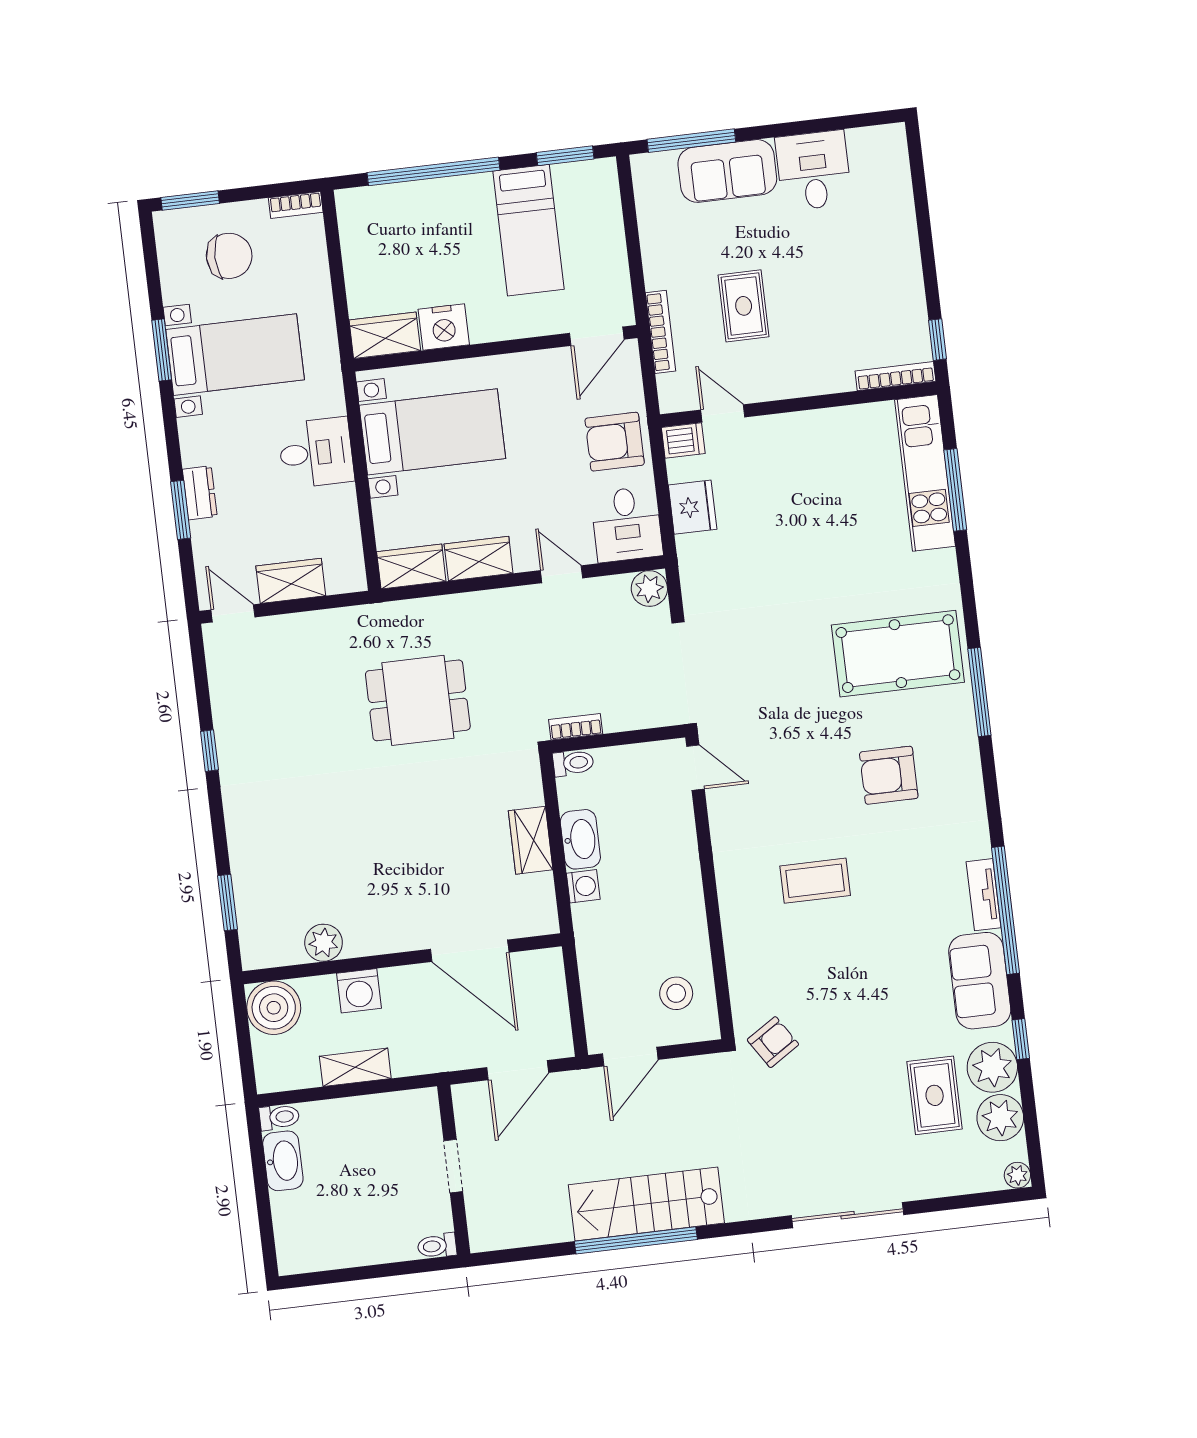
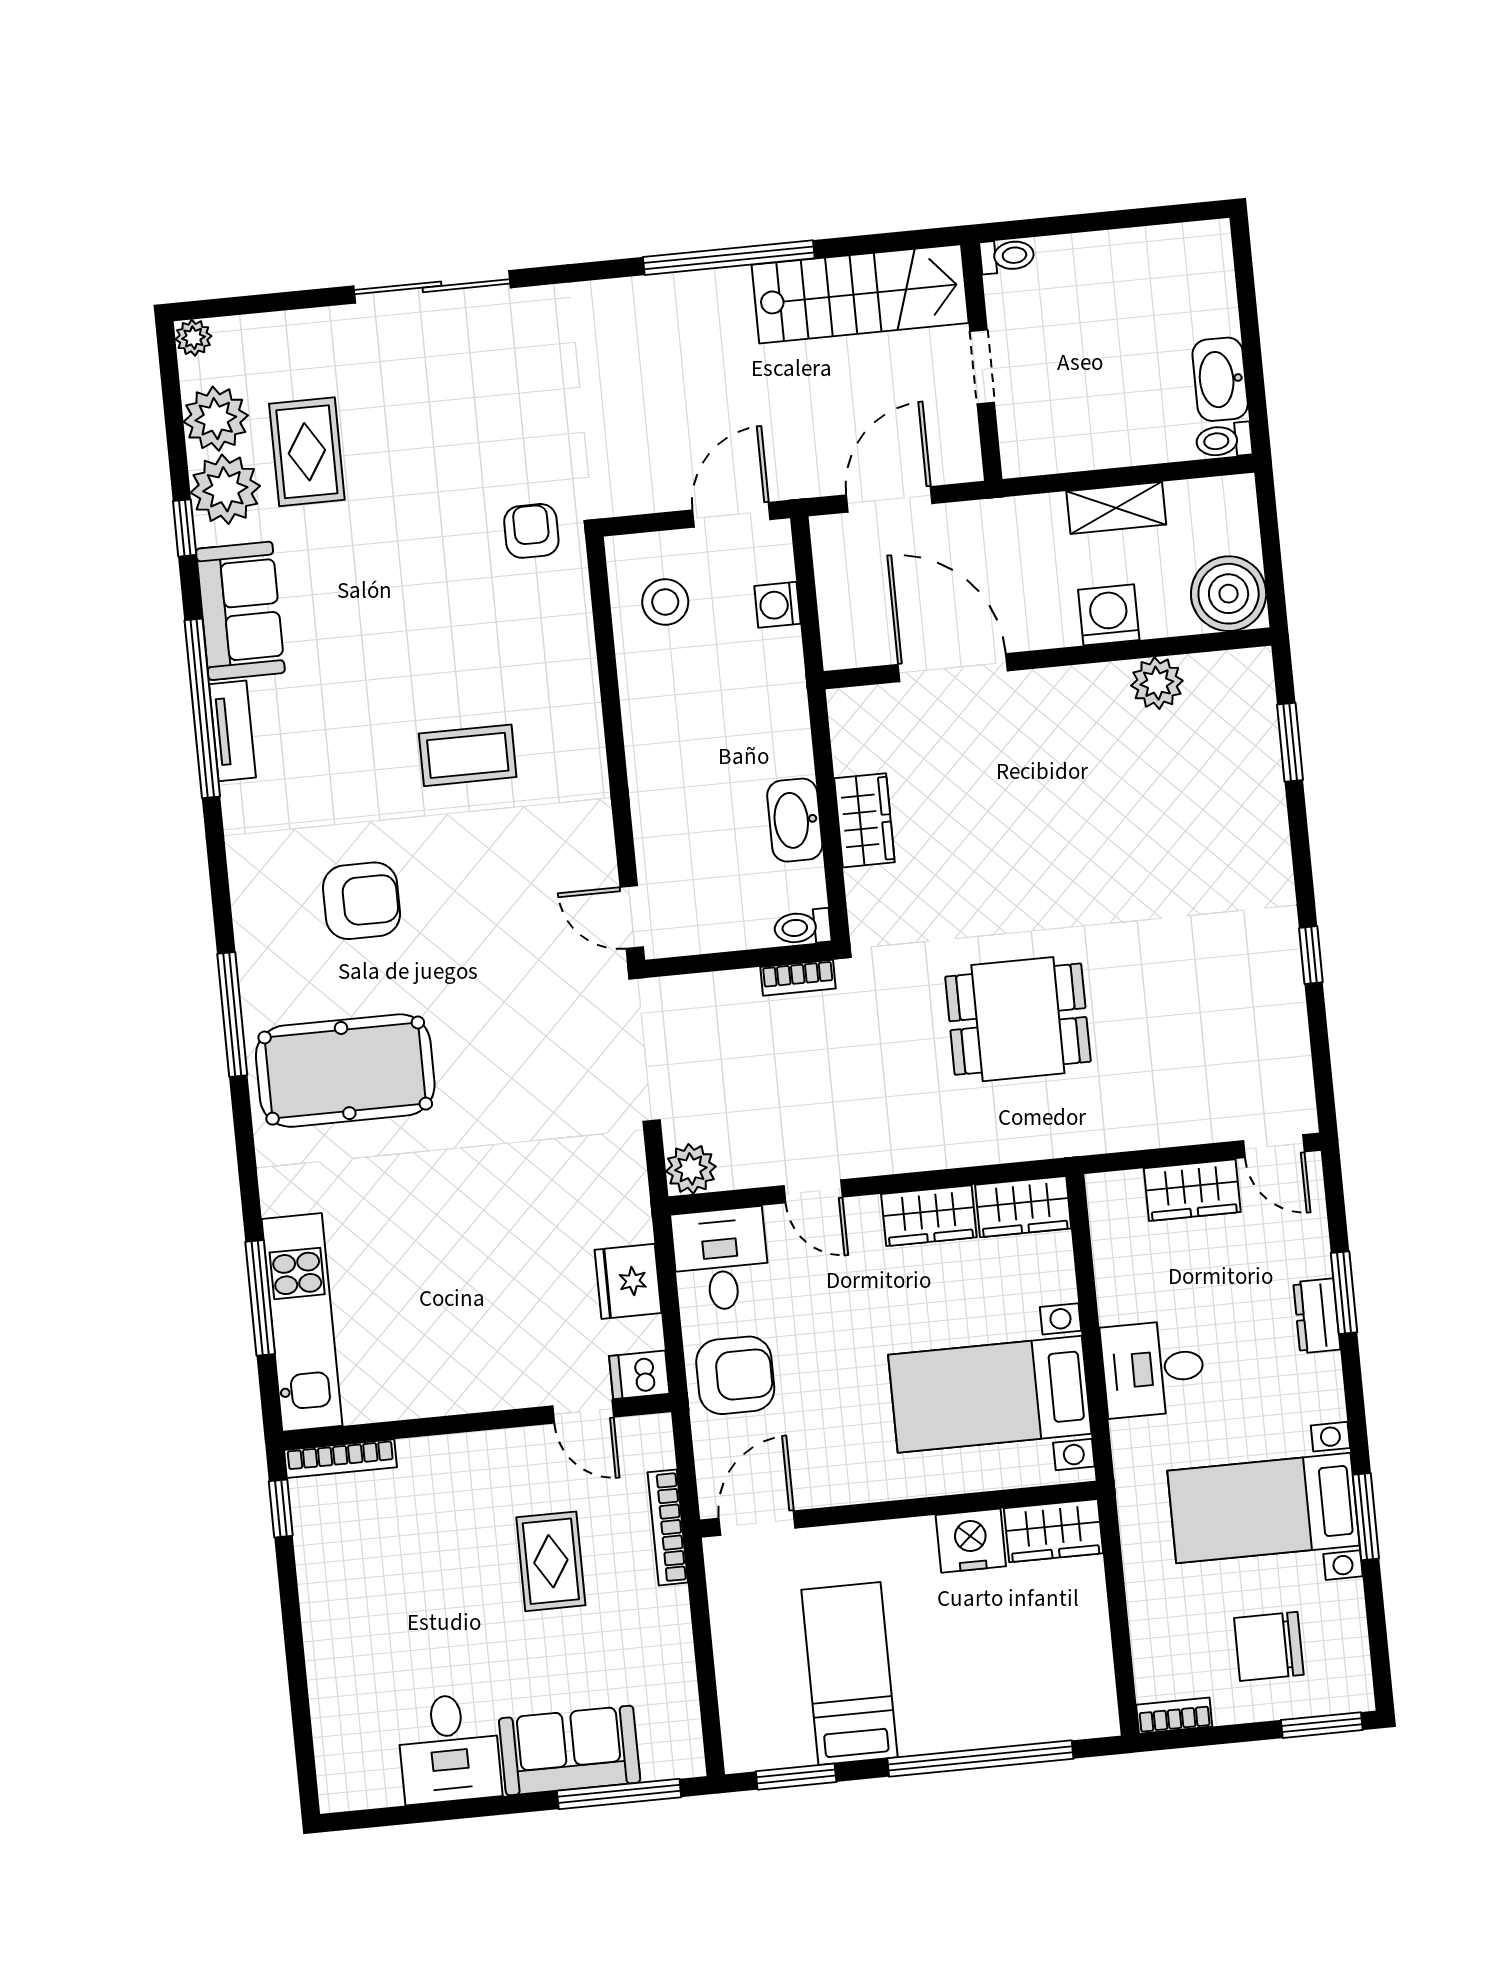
washing machine: (583, 886) -> (777, 605), moved
armchair: (773, 1042) -> (531, 531), turned 123
stairs: (646, 1204) -> (860, 294), moved

